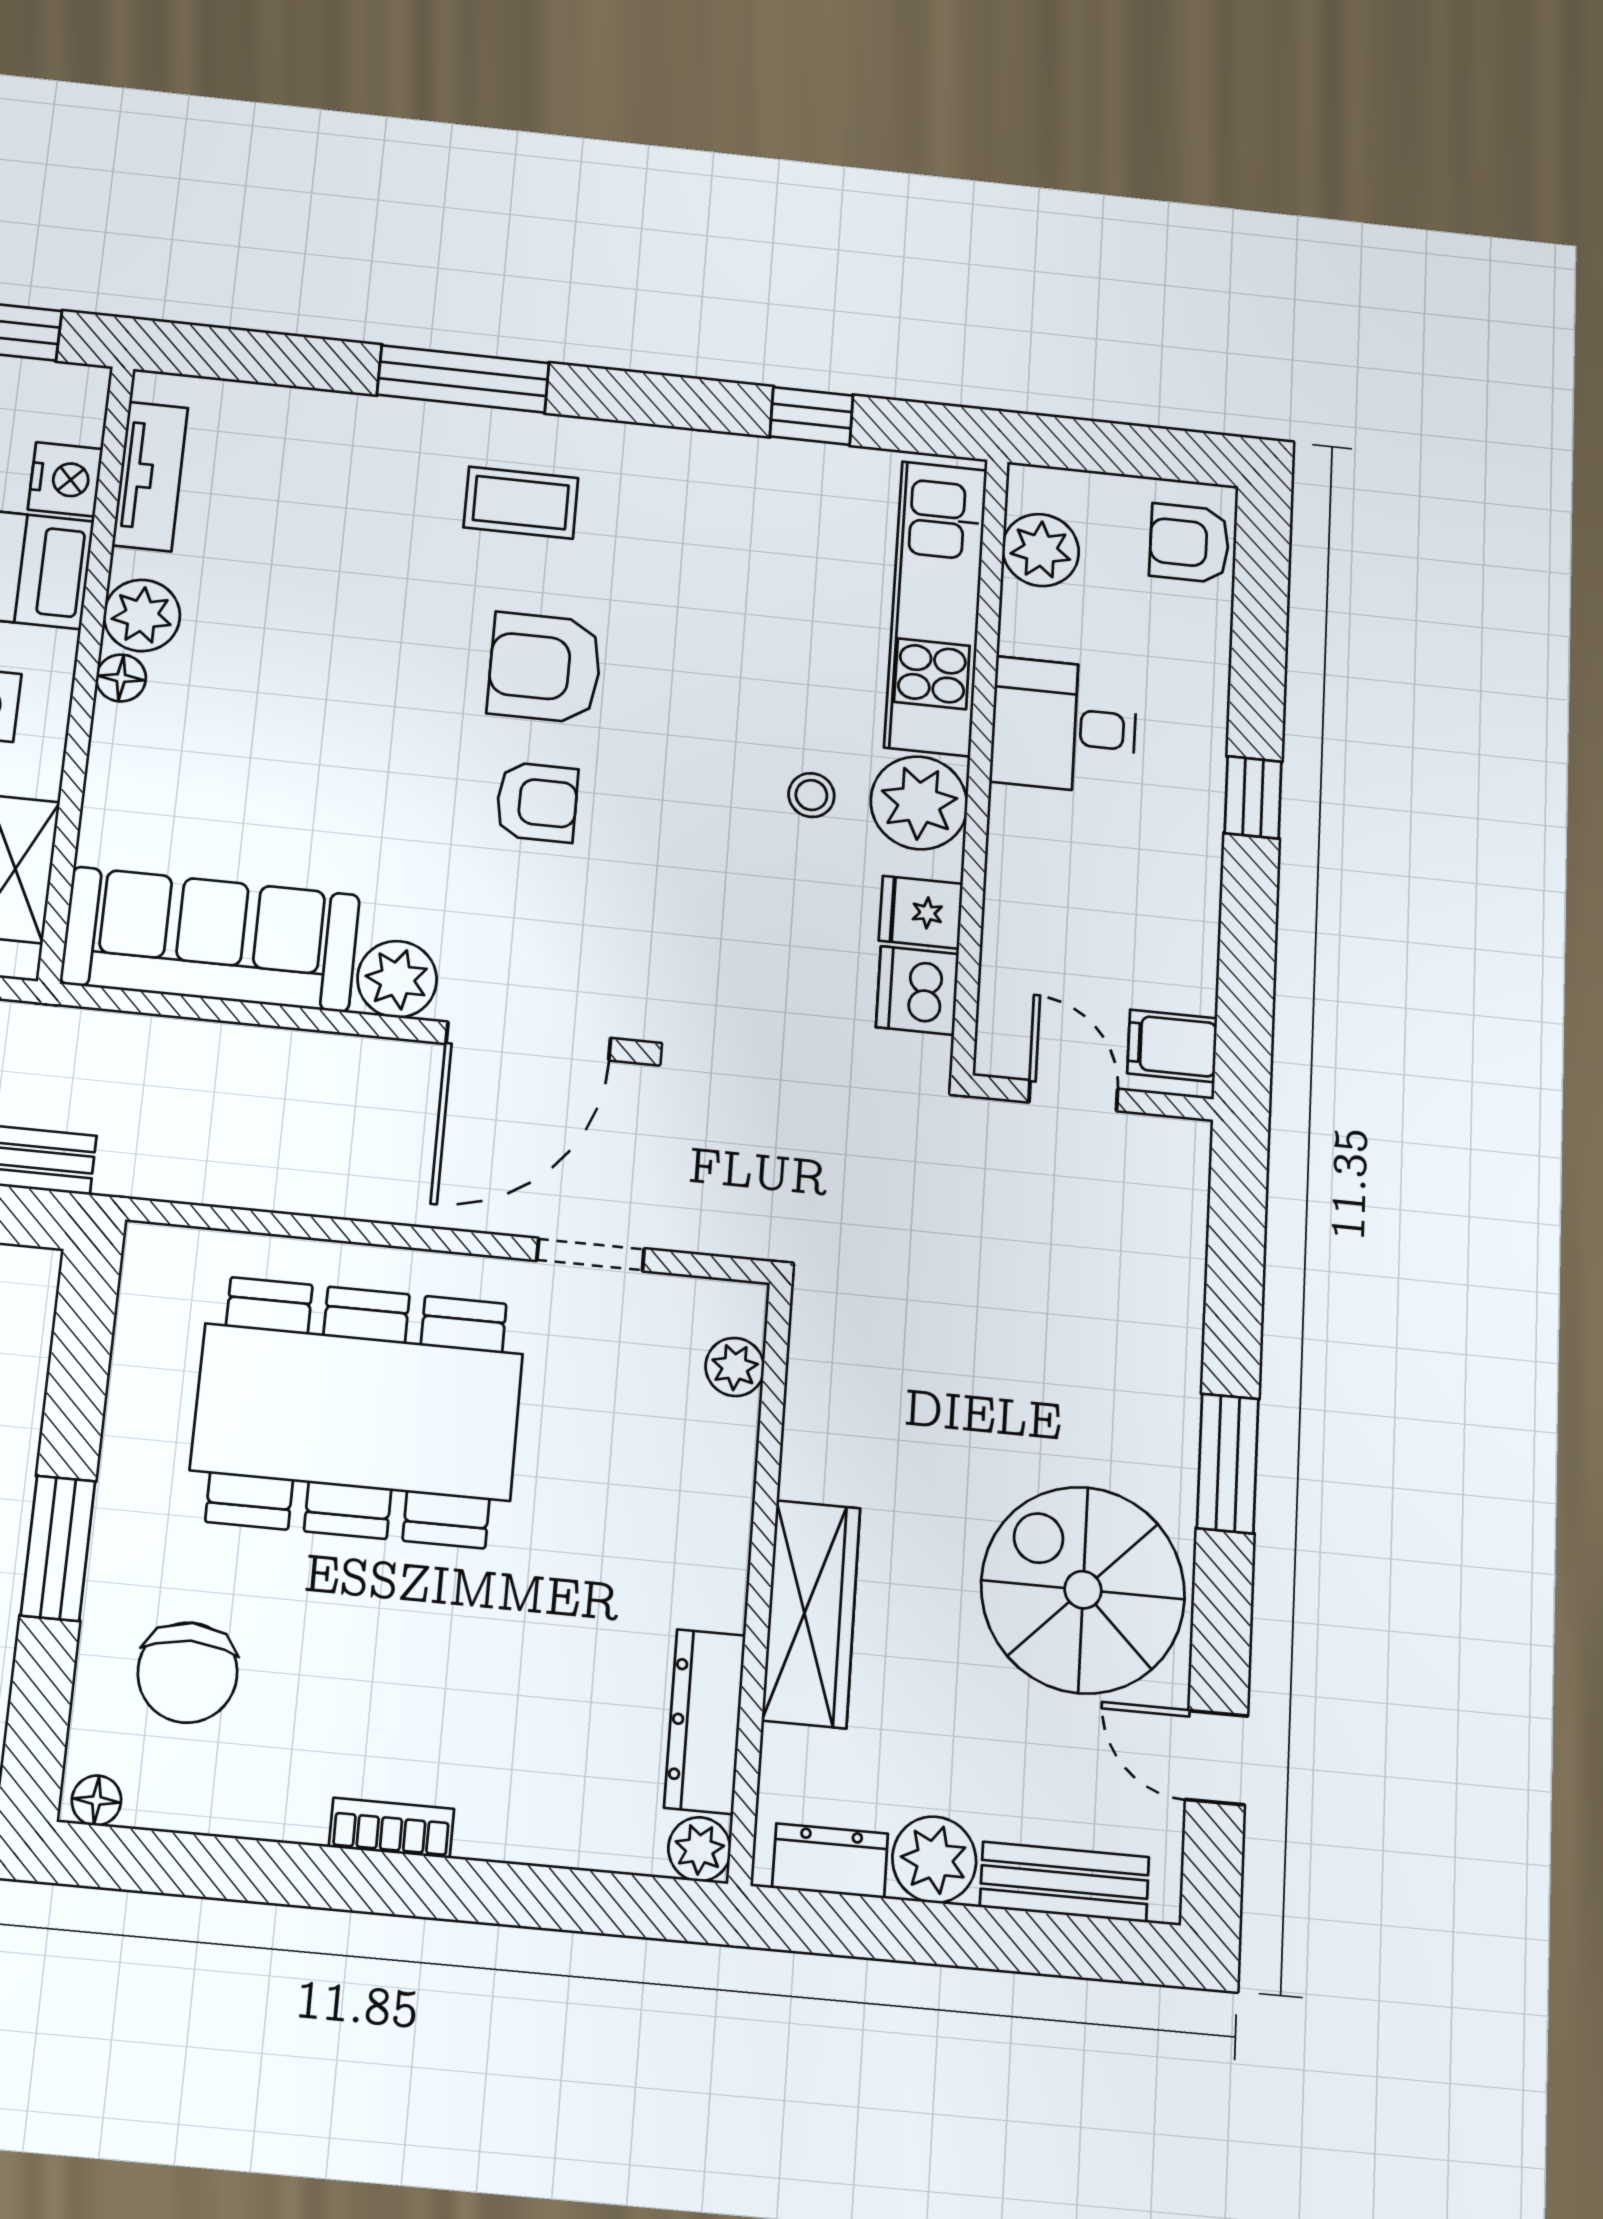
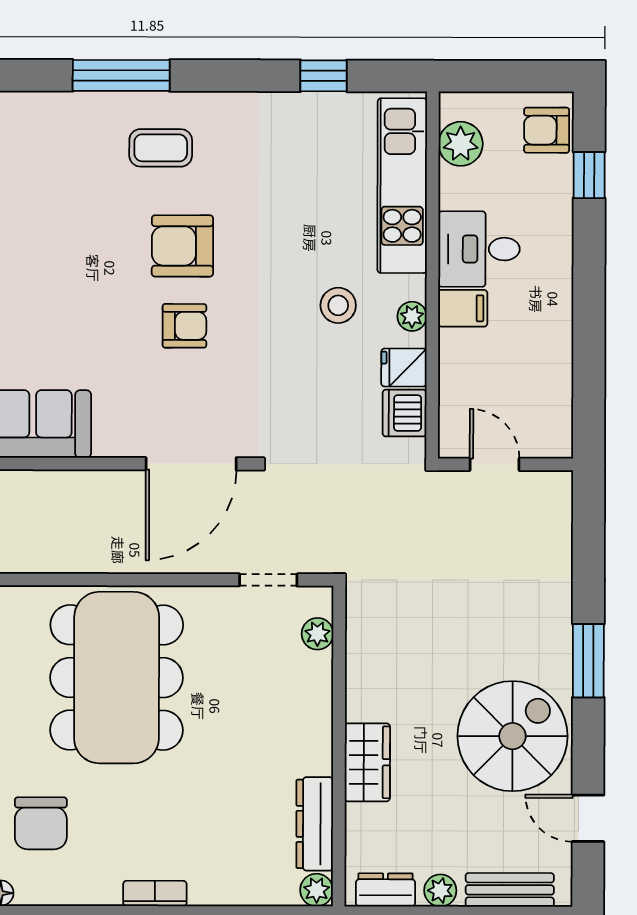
stool: (811, 795) -> (338, 305), width x1.37, depth x1.37
window: (1253, 797) -> (589, 175), moved
plant: (919, 803) -> (412, 316), width x0.53, depth x0.53
plant: (397, 979) -> (116, 436), removed
filing cabinet: (1172, 1046) -> (463, 308), moved, turned 180
doorway: (591, 1255) -> (268, 580), moved
dining table: (357, 1412) -> (117, 678), turned 90
spiral stairs: (1083, 1590) -> (512, 736), turned 90
wardrobe: (811, 1614) -> (367, 762), width x0.67
plant: (934, 1860) -> (440, 891), width x0.73, depth x0.73

